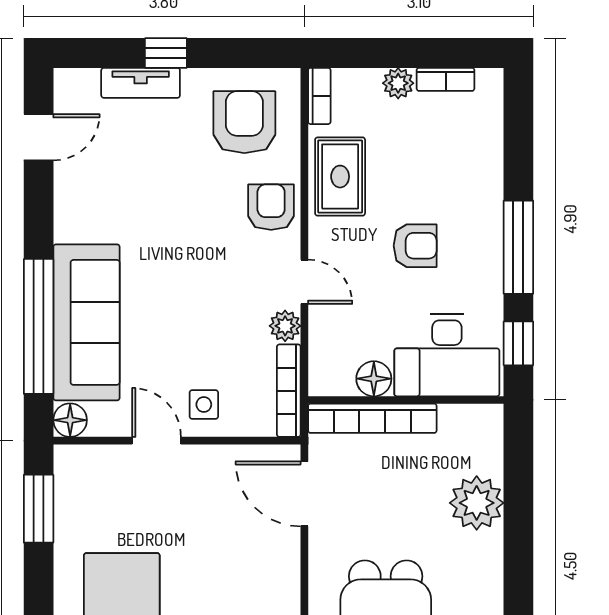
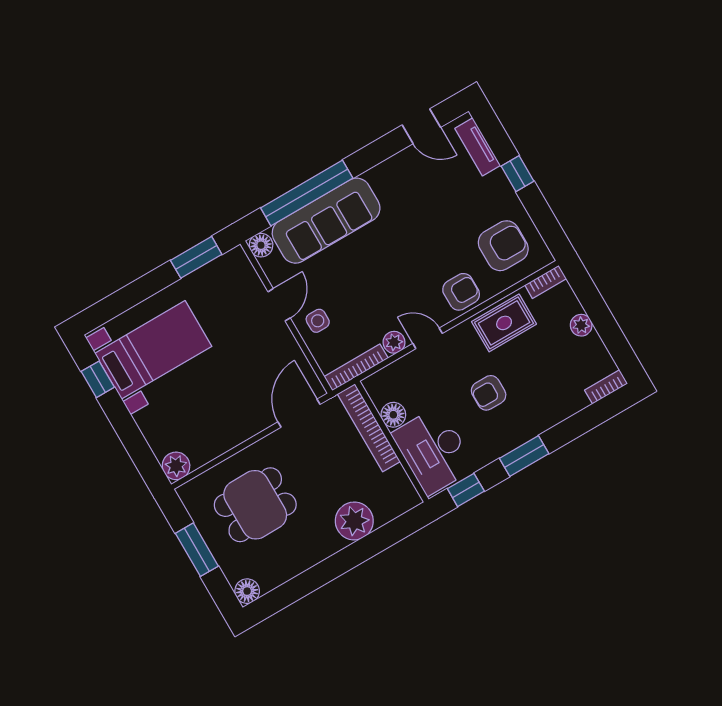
bookcase: (446, 79) -> (606, 387), moved, turned 90
tv unit: (141, 83) -> (478, 147), moved
armchair: (415, 246) -> (489, 393), turned 90
window: (518, 247) -> (524, 456), width x0.69
door: (304, 282) -> (428, 338), swing flipped

